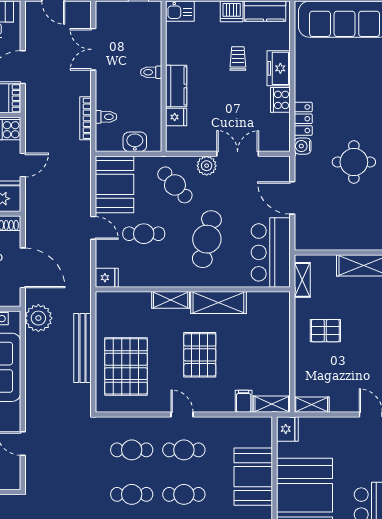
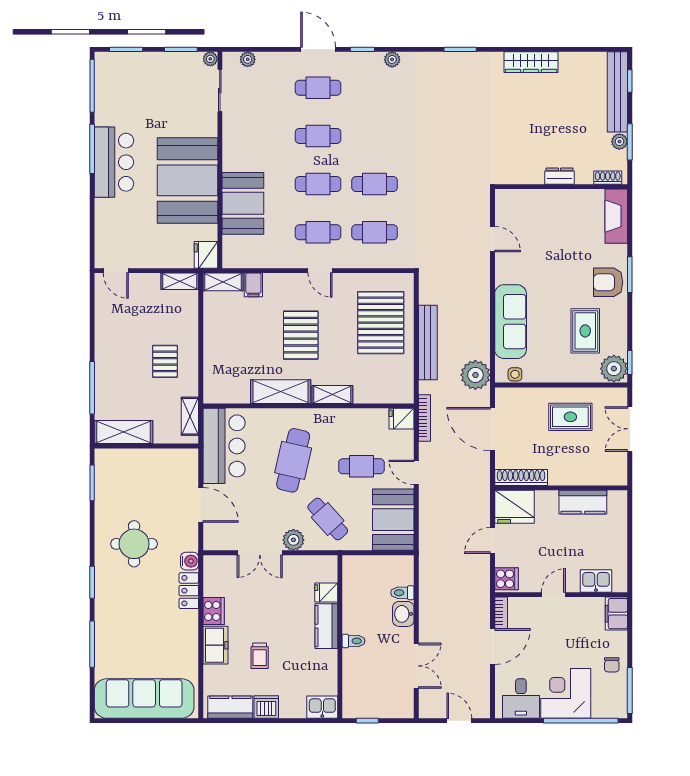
bookcase: (86, 118) -> (425, 418), moved
washbasin: (135, 142) -> (403, 614), moved, turned 90
pallet: (325, 331) -> (165, 361), turned 90

